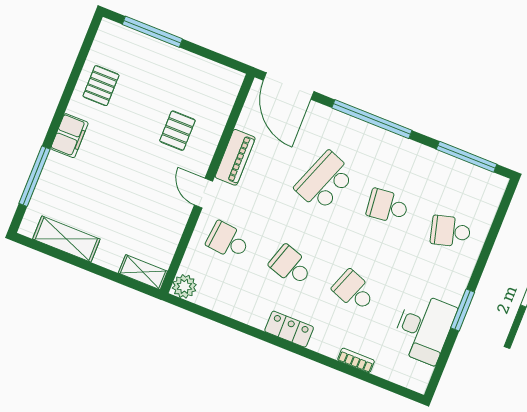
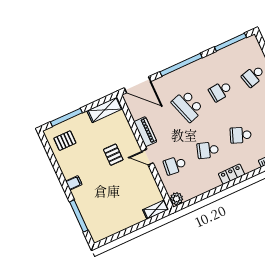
pallet: (101, 86) -> (65, 141), moved, turned 90
pallet: (177, 131) -> (113, 155), moved
filing cabinet: (69, 136) -> (74, 183), width x0.50
school desk: (325, 181) -> (188, 106), turned -39
shelving: (66, 239) -> (105, 110), moved

